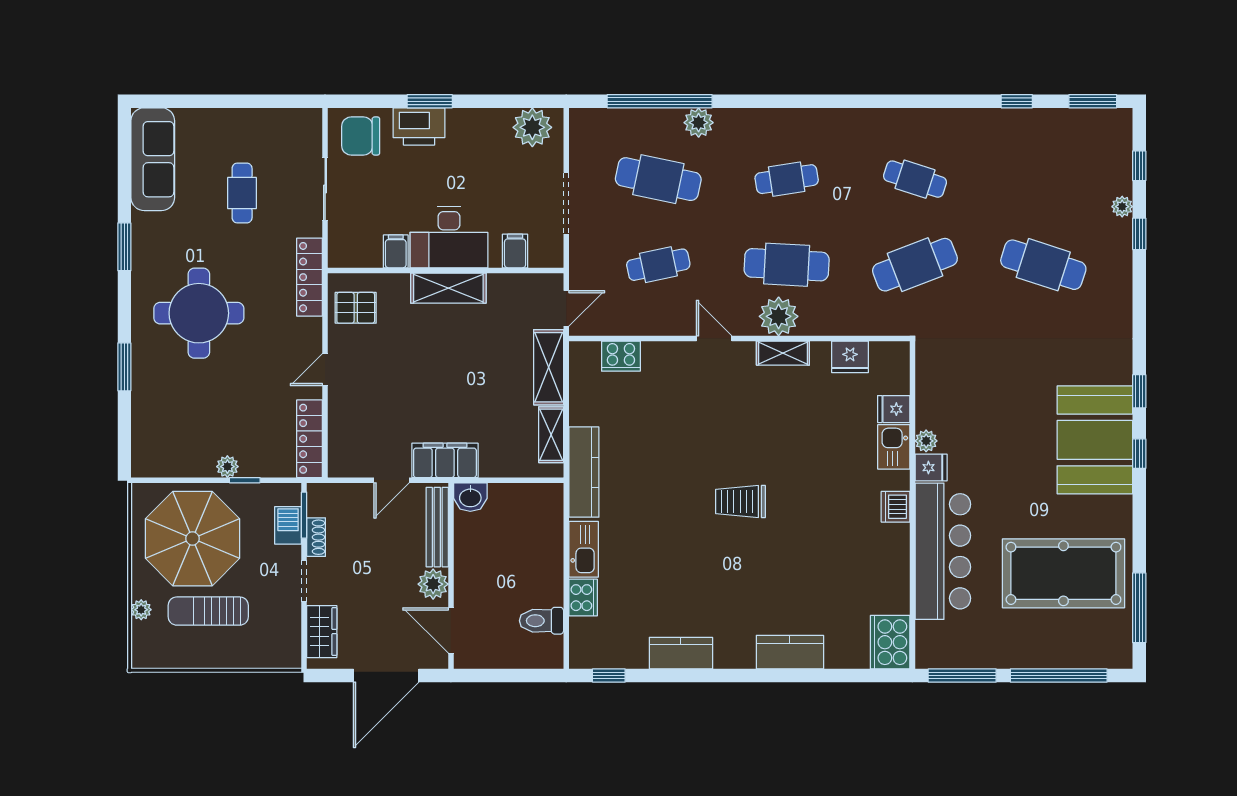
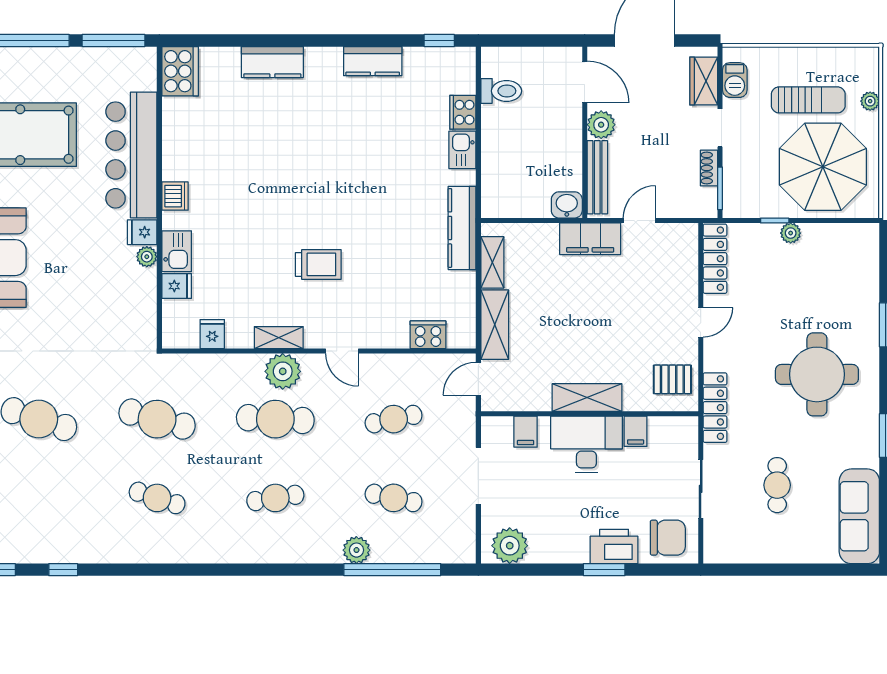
cafe table: (658, 179) -> (394, 498), width x0.73, depth x0.74
cafe table: (915, 265) -> (157, 419), turned 36
fridge: (850, 357) -> (212, 334), width x0.72
trolley: (741, 502) -> (318, 264), moved
barbecue: (288, 525) -> (735, 80), moved
kitchen sink: (584, 549) -> (462, 150), width x0.73

